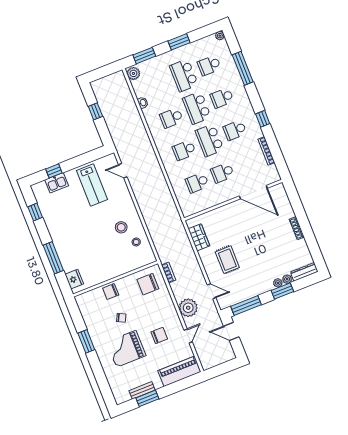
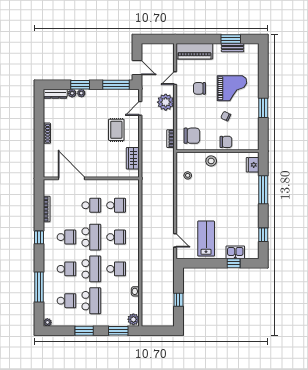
stool: (121, 227) -> (211, 161), moved
door: (212, 291) -> (140, 108), hinge flipped

